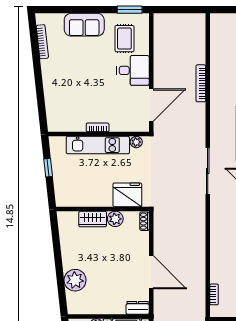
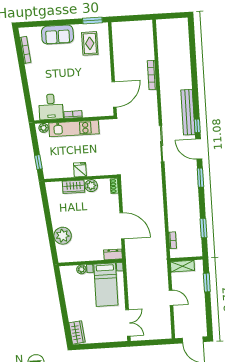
desk: (133, 70) -> (51, 107), moved, turned 90
plant: (136, 142) -> (44, 128), moved
window: (48, 168) -> (38, 162), moved
fridge: (127, 195) -> (80, 170), moved, width x0.53, depth x0.75

